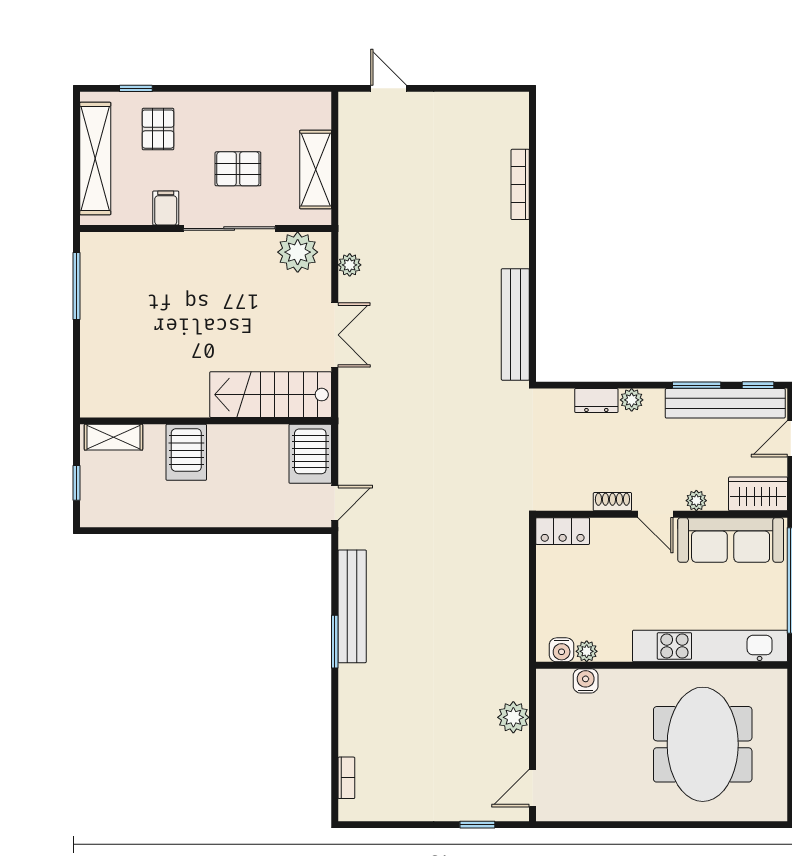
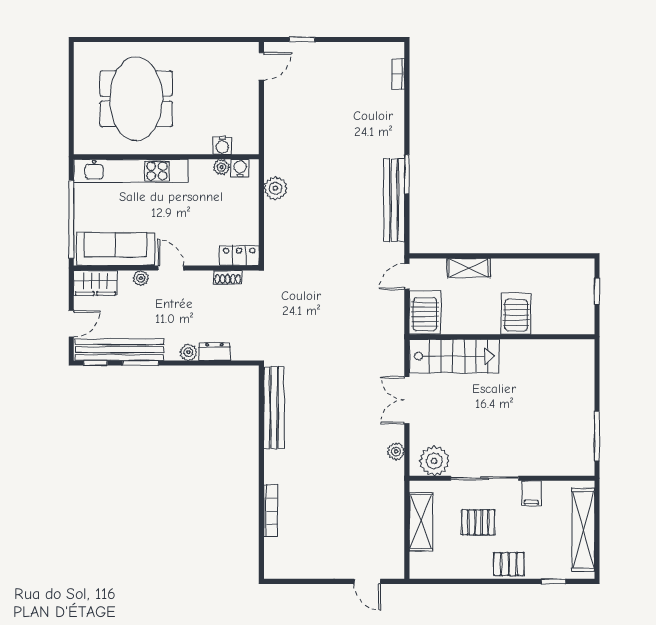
pallet: (158, 129) -> (509, 564), moved, turned 90
shelving: (113, 437) -> (469, 268), moved
shoe rack: (612, 502) -> (228, 277), moved
plant: (513, 717) -> (275, 188), moved

